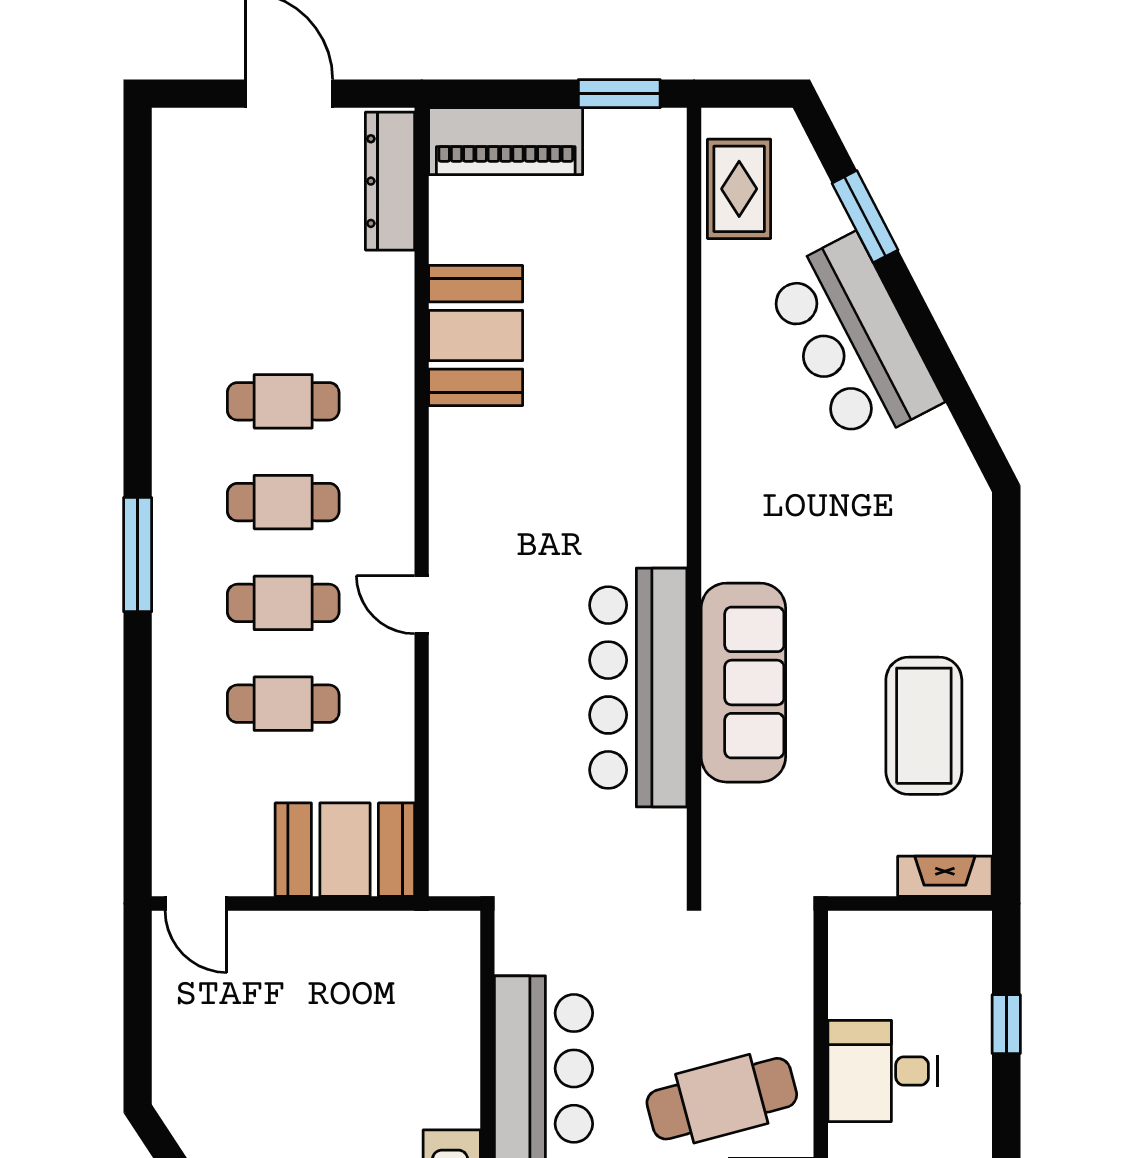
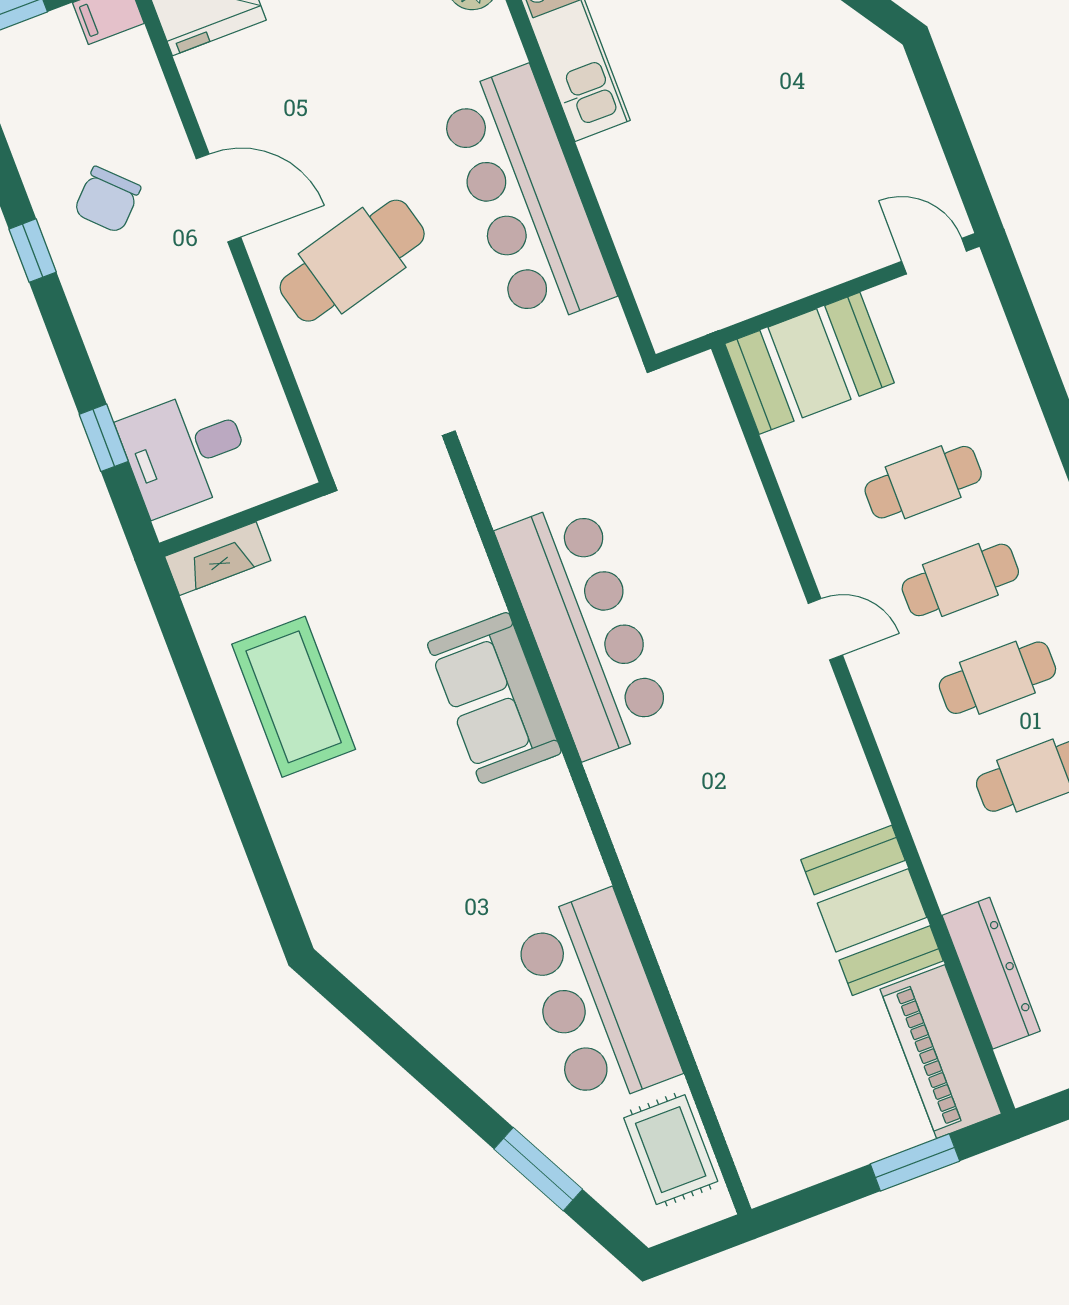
window: (619, 94) -> (915, 1162), moved
piano: (506, 141) -> (941, 1052), moved, turned -90
dresser: (390, 181) -> (991, 973), moved
bar counter: (853, 341) -> (596, 999), moved, turned -153
sofa: (743, 683) -> (494, 698), width x0.73
desk: (883, 1071) -> (185, 452), moved, turned 180

